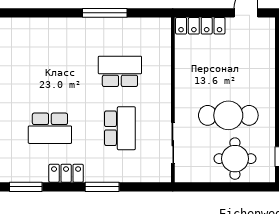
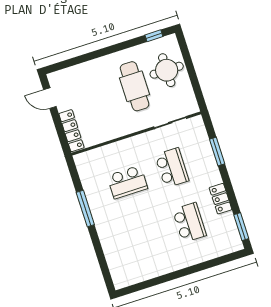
school desk: (120, 71) -> (127, 182), turned -90
school desk: (120, 128) -> (172, 168), turned 90
window: (102, 187) -> (217, 152), moved

